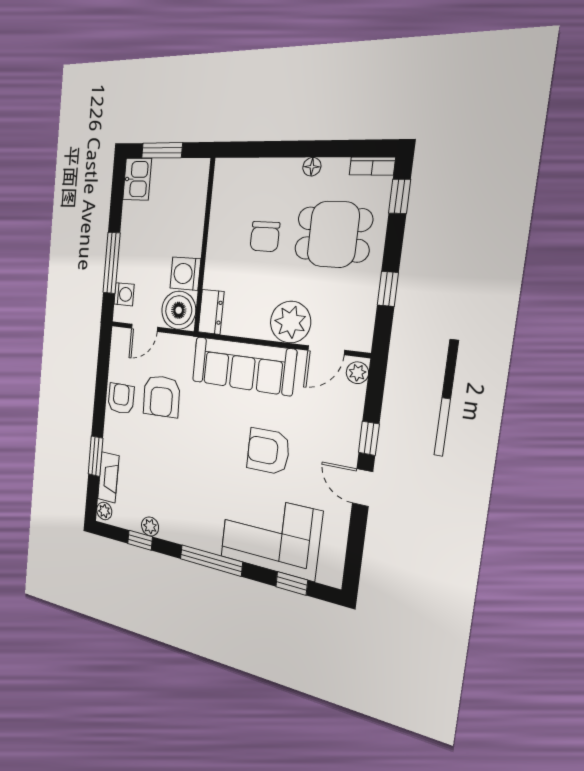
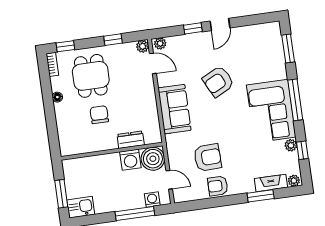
chair: (265, 237) -> (99, 115), turned -90
dresser: (211, 312) -> (131, 140), moved
plant: (290, 322) -> (143, 46), moved, width x0.53, depth x0.53
sofa: (243, 366) -> (174, 109), width x0.73
armchair: (268, 451) -> (218, 81), turned 63
corner sofa: (270, 534) -> (271, 111), moved
window: (292, 583) -> (288, 48), width x1.50

